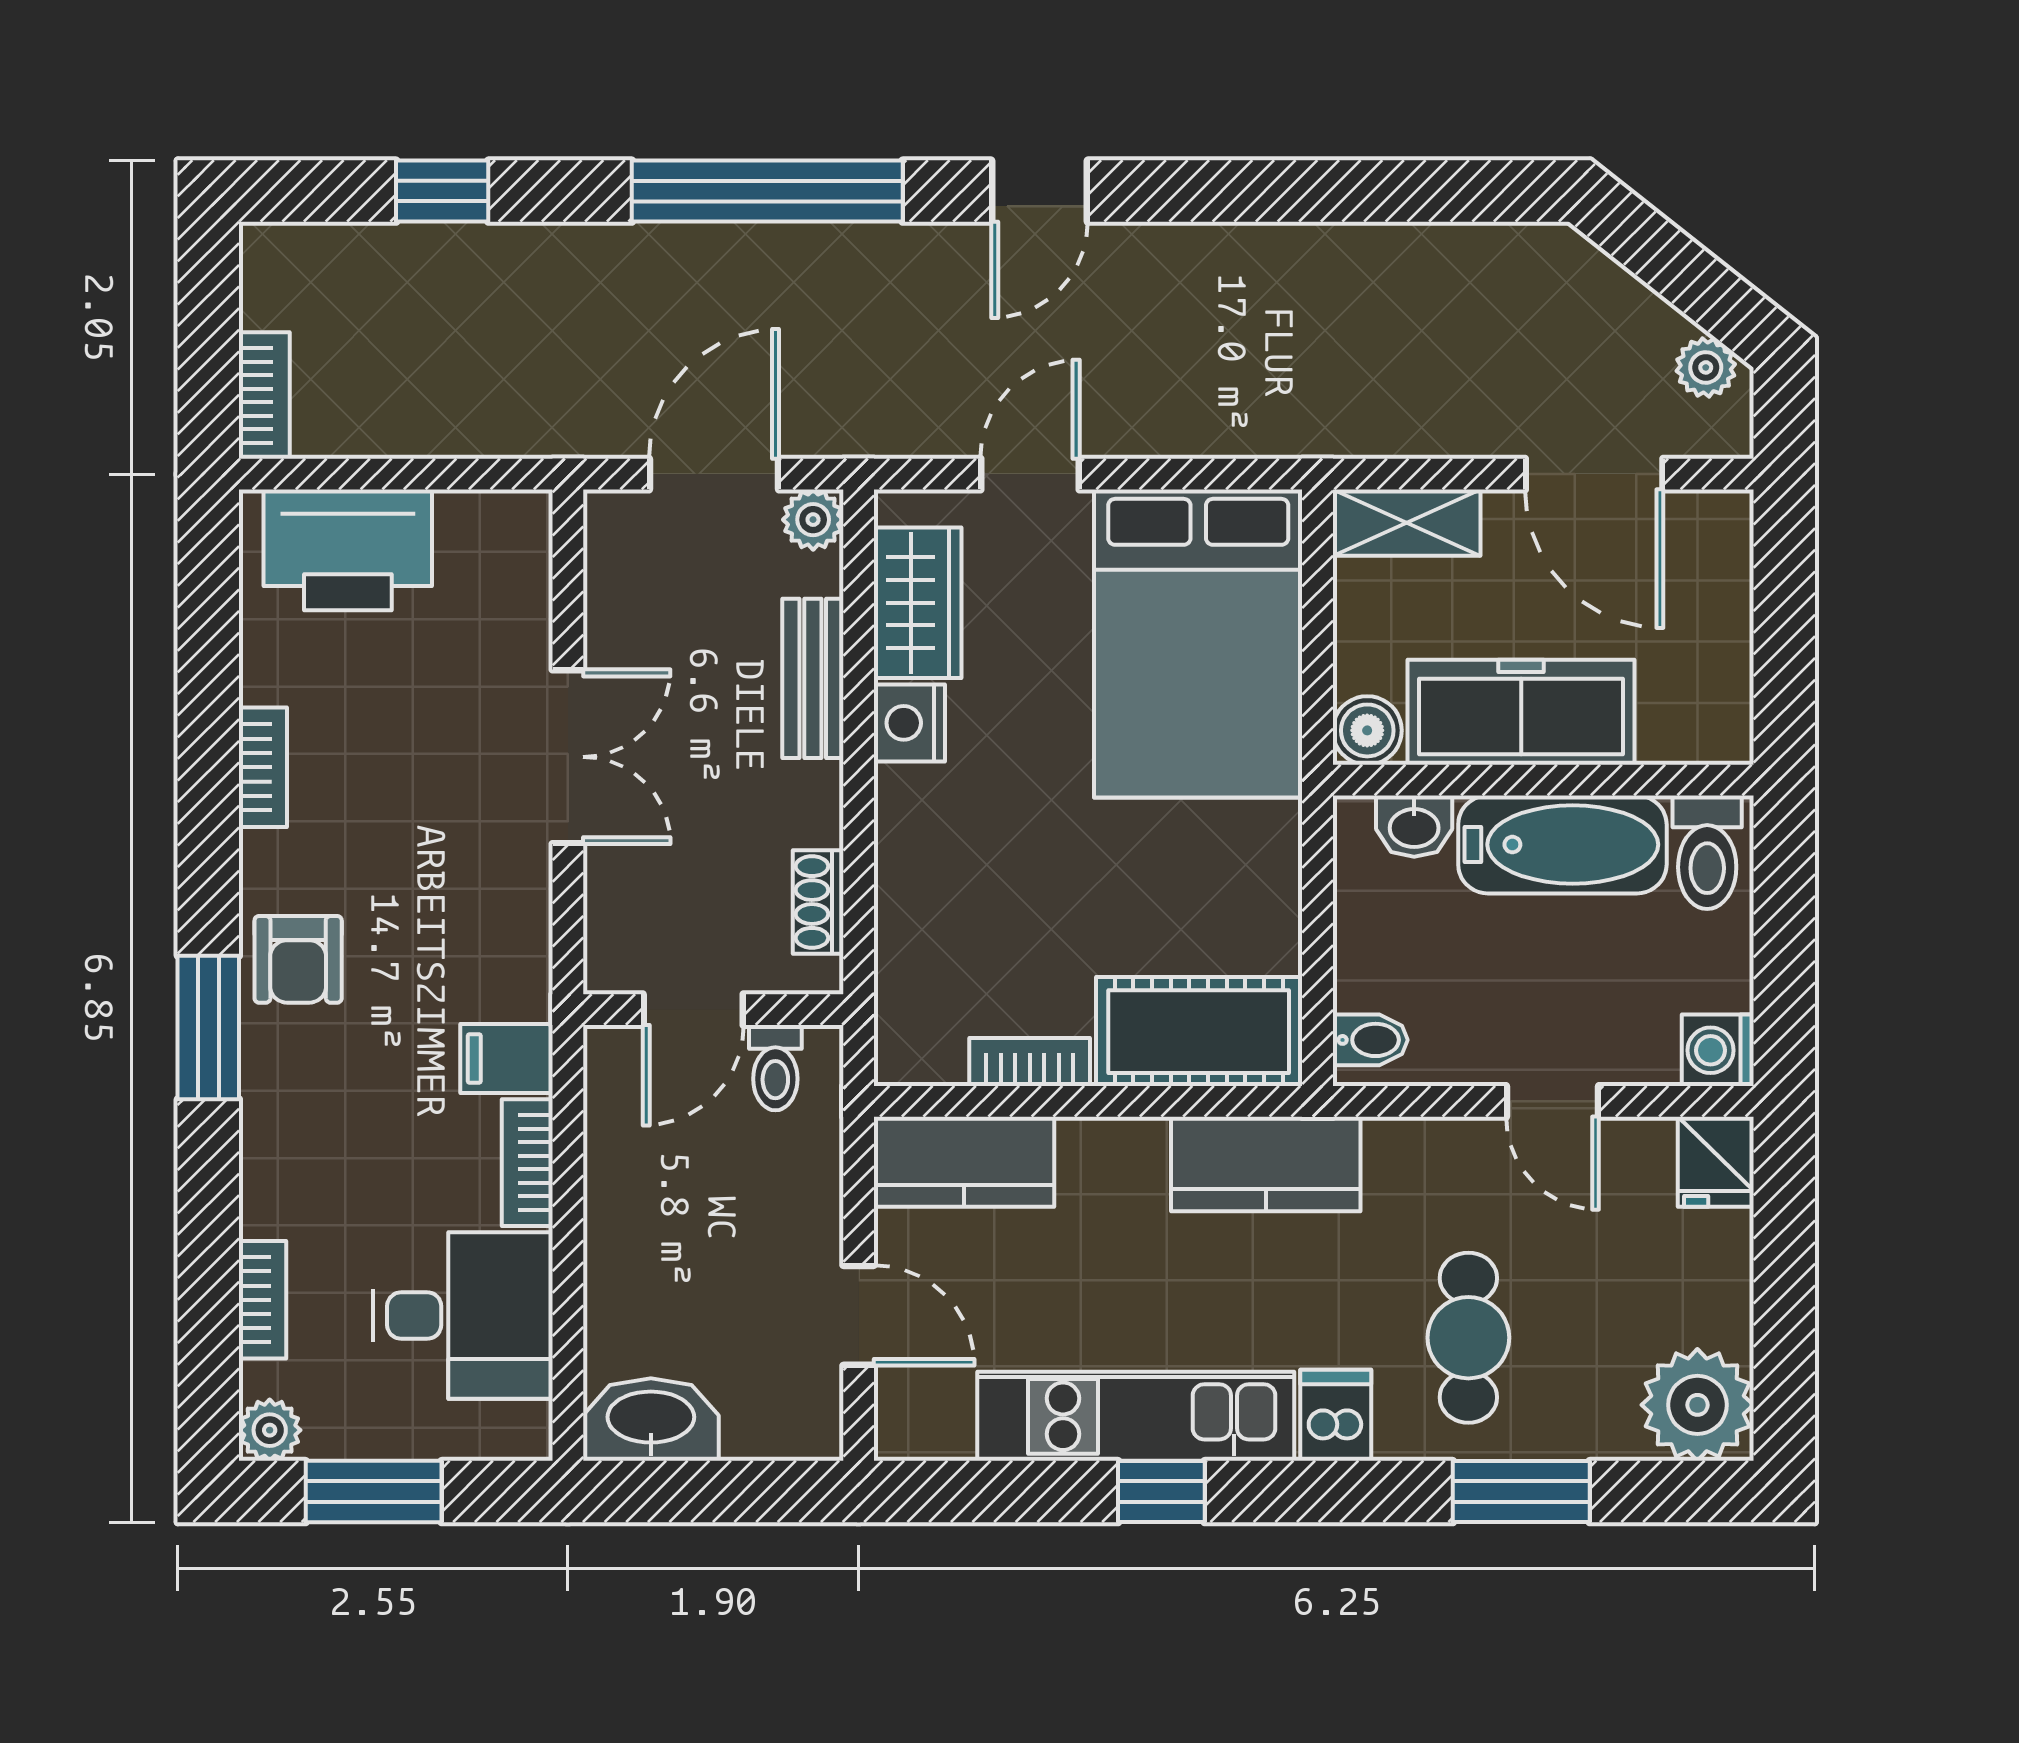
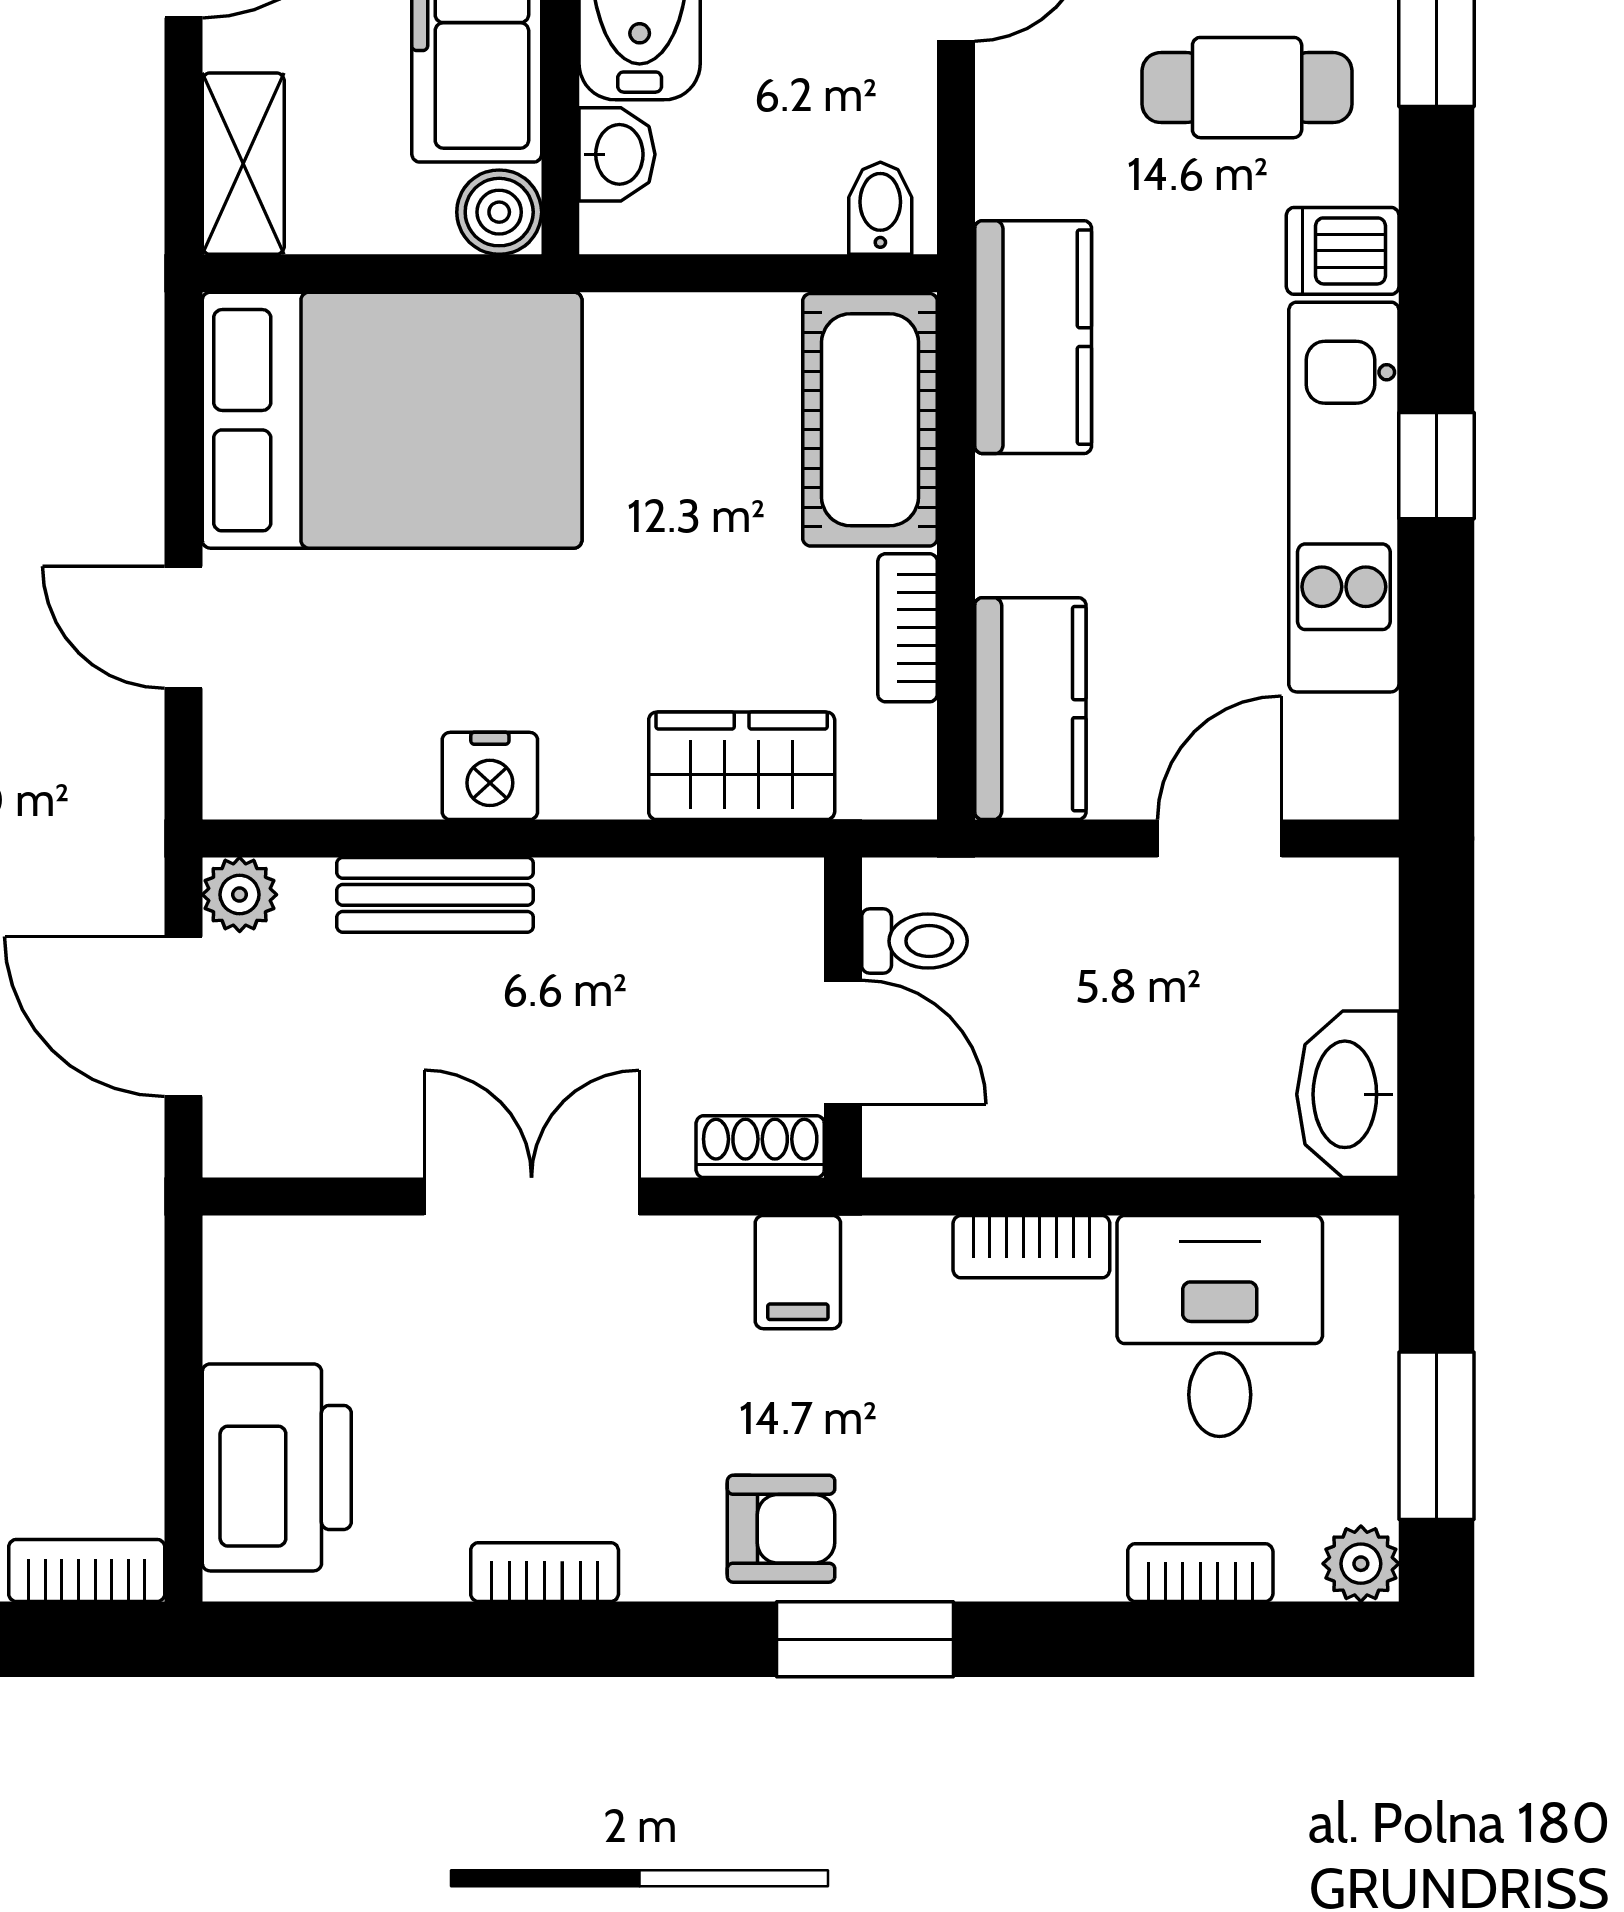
wardrobe: (918, 603) -> (742, 766), moved
shoe rack: (818, 902) -> (760, 1147), moved, turned 180
filing cabinet: (507, 1058) -> (798, 1272), moved

